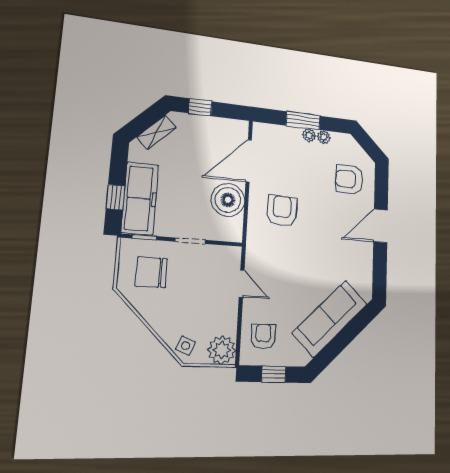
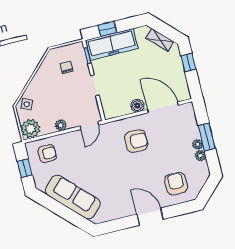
boiler: (228, 200) -> (137, 106), width x0.54, depth x0.54
chair: (152, 272) -> (67, 67), width x0.54, depth x0.54
door: (242, 284) -> (89, 125), moved
plant: (230, 306) -> (61, 125), added

